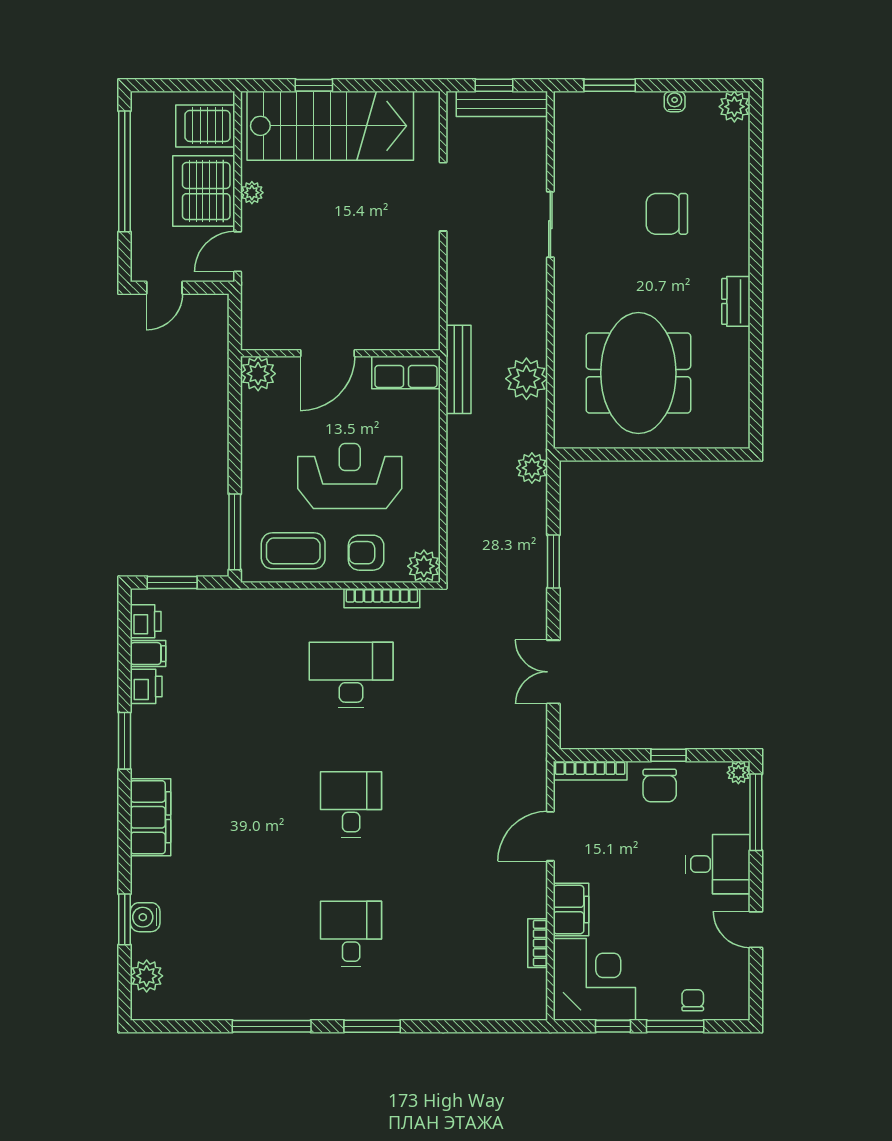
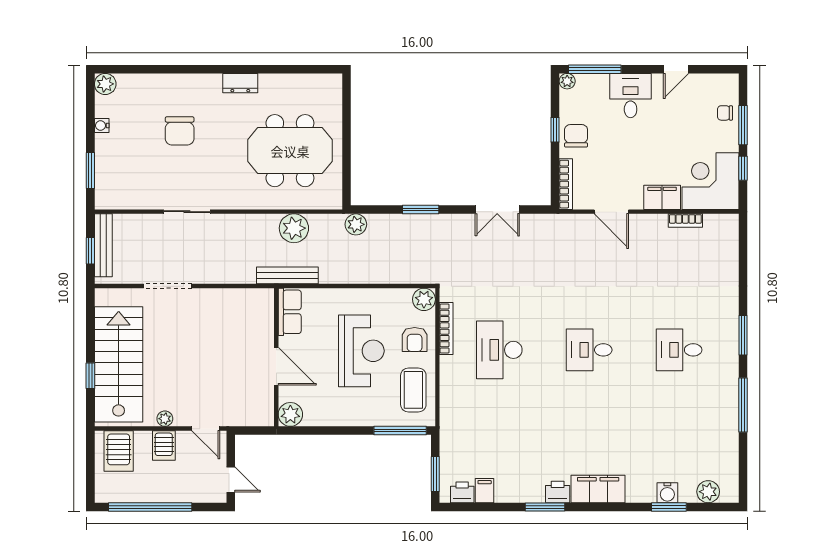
server rack: (204, 191) -> (164, 446), width x0.46, depth x0.70
reception desk: (350, 476) -> (361, 351), turned 180
printer: (146, 686) -> (558, 492), moved
chair: (660, 785) -> (576, 136), turned -90

